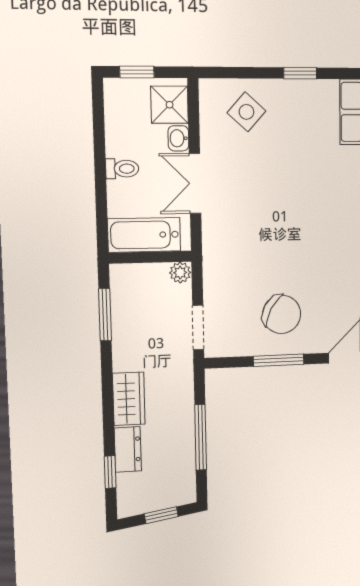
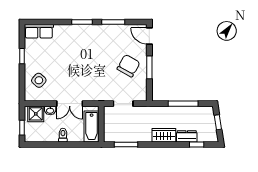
plant: (180, 273) -> (108, 111), removed
doorway: (198, 328) -> (123, 104), moved

